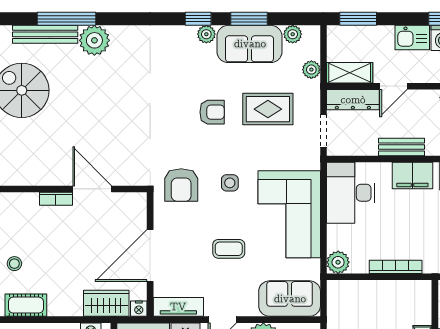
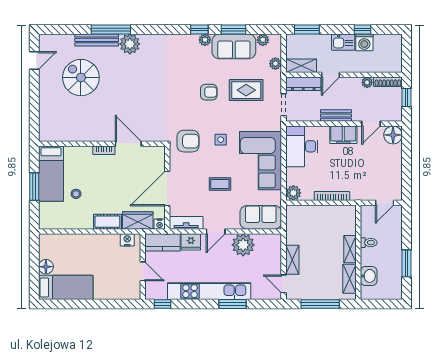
armchair: (181, 185) -> (188, 141), turned -90
cot: (26, 305) -> (107, 222), moved

